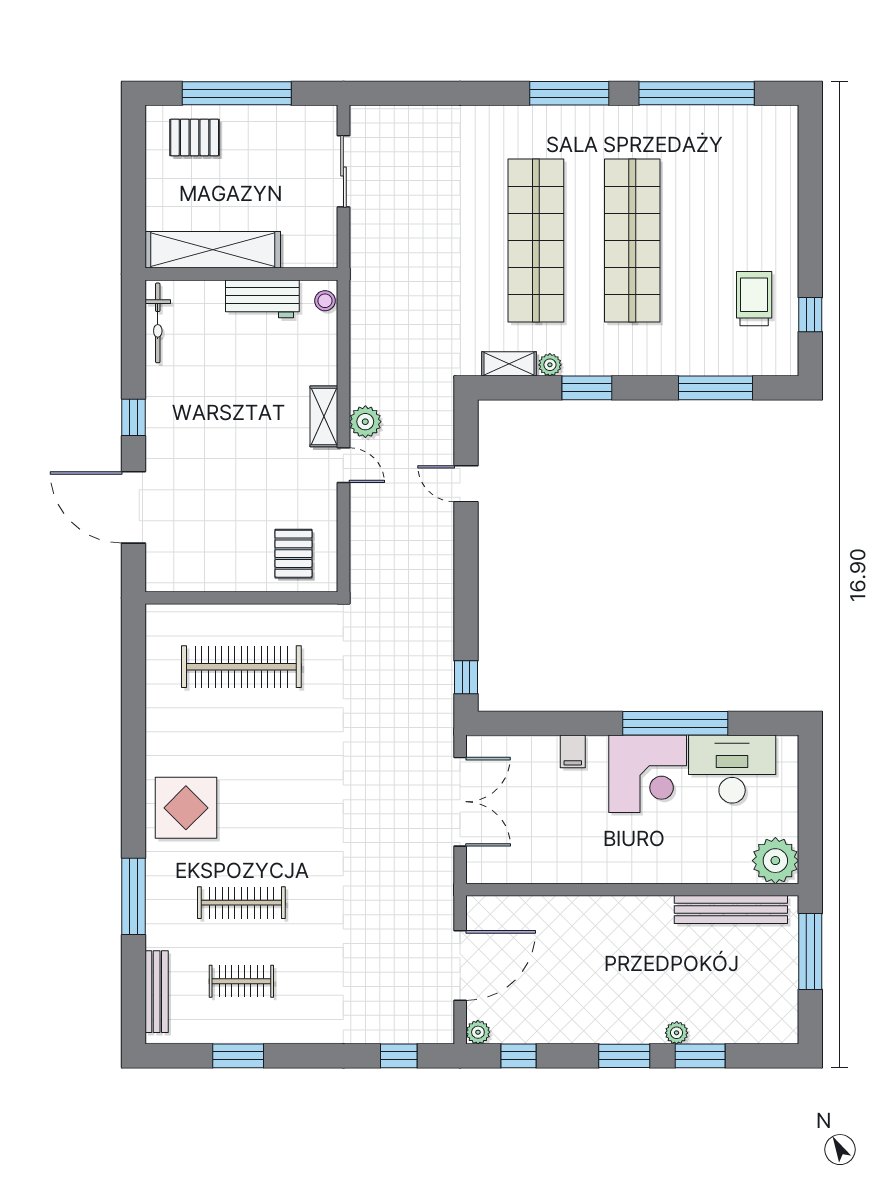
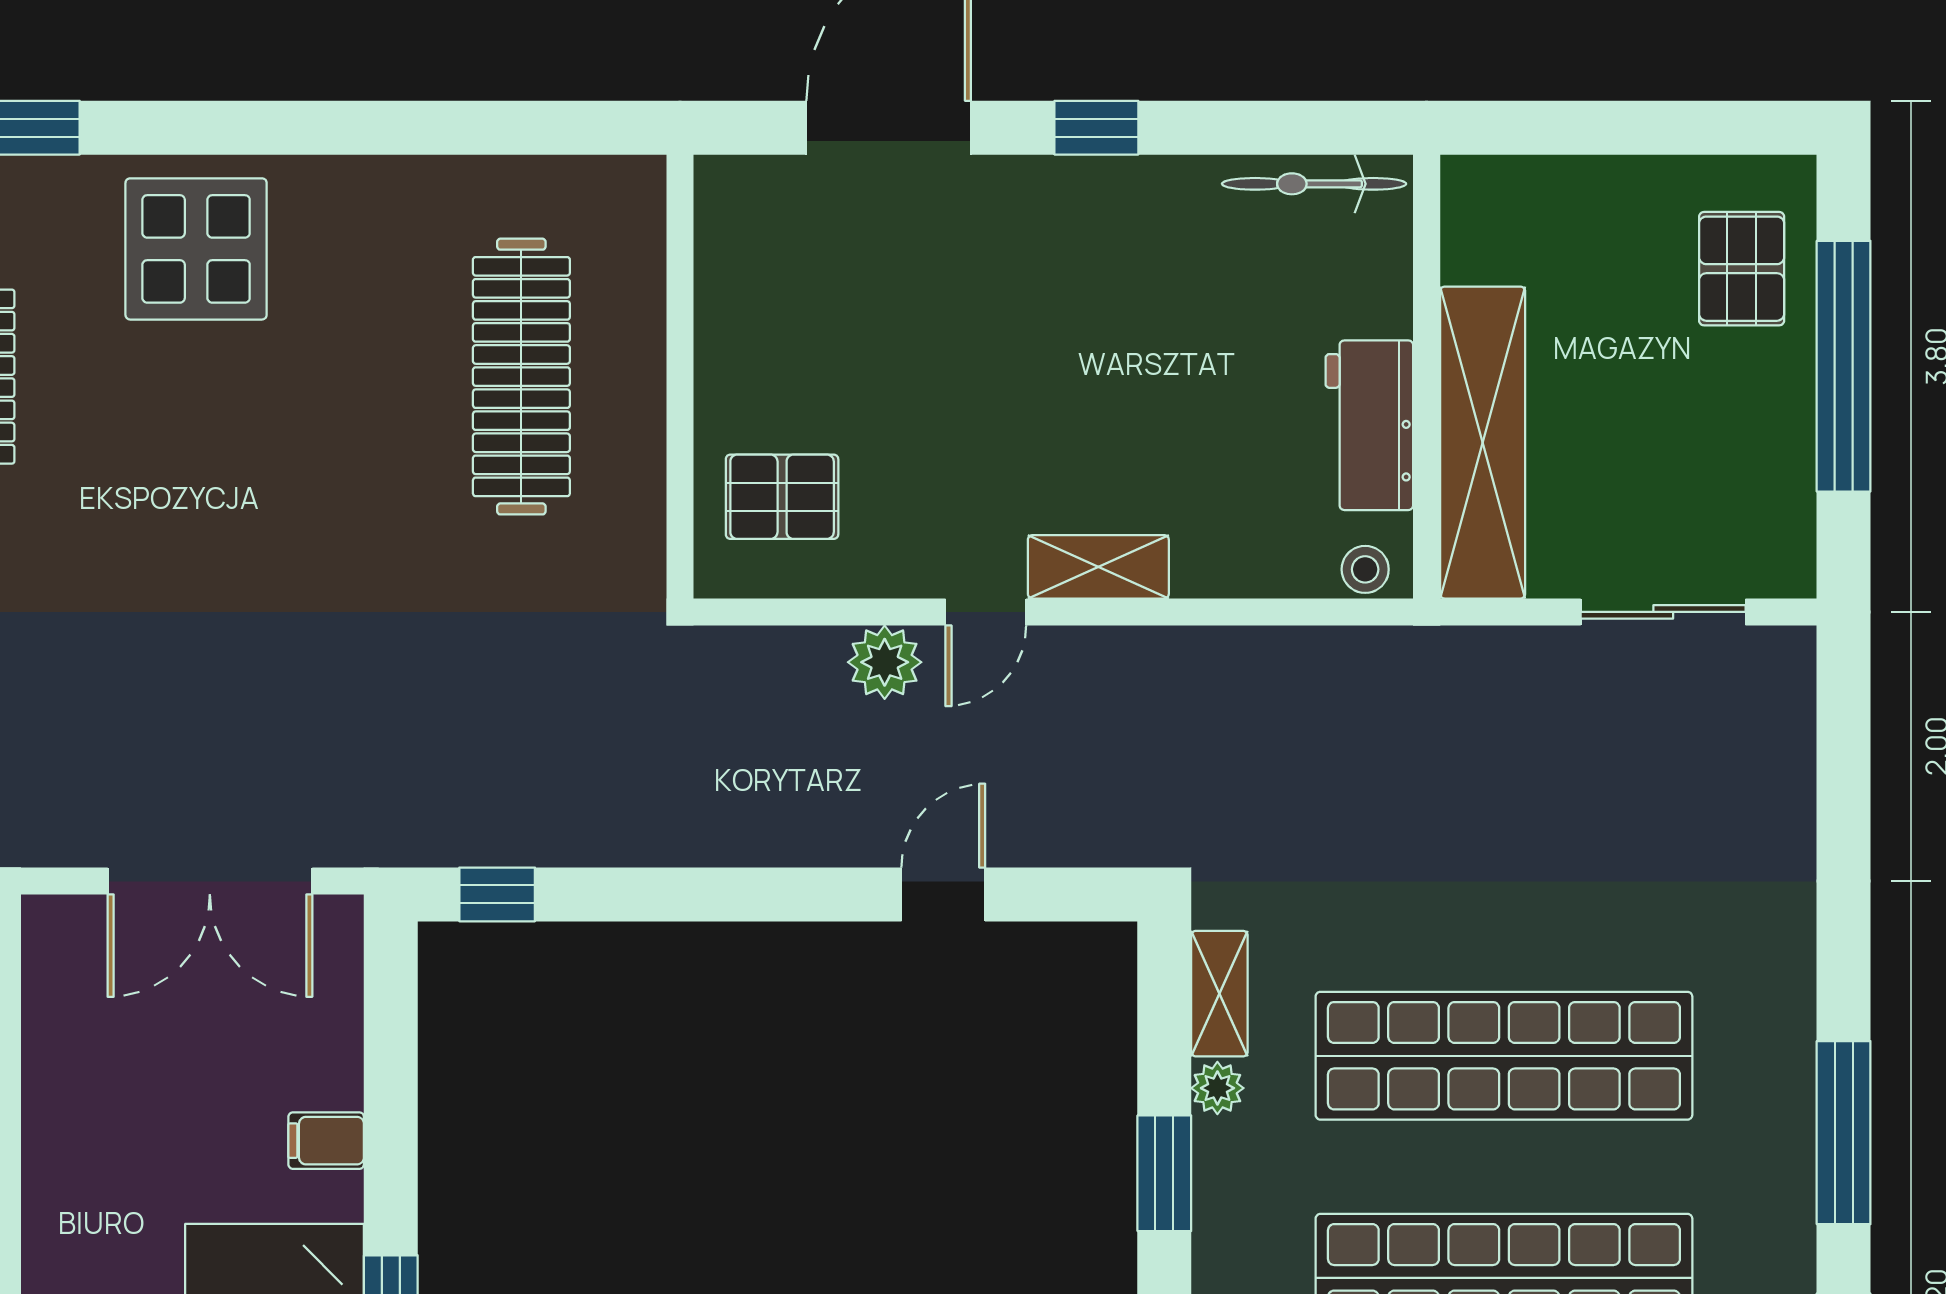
shelving: (213, 250) -> (1483, 443), moved
plant: (365, 422) -> (885, 662), moved

